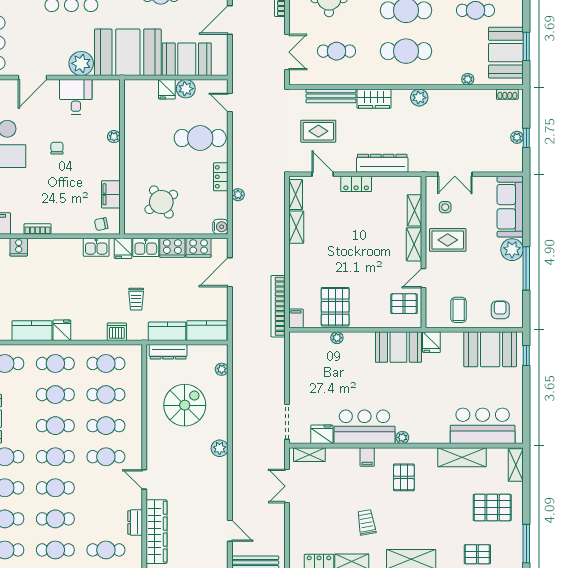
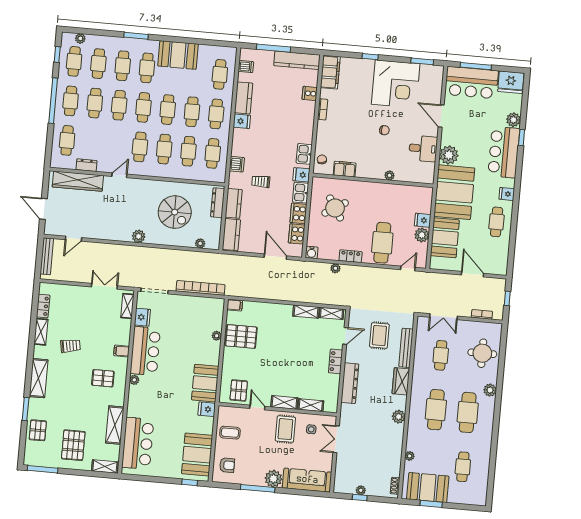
bookcase: (278, 306) -> (201, 288), moved

